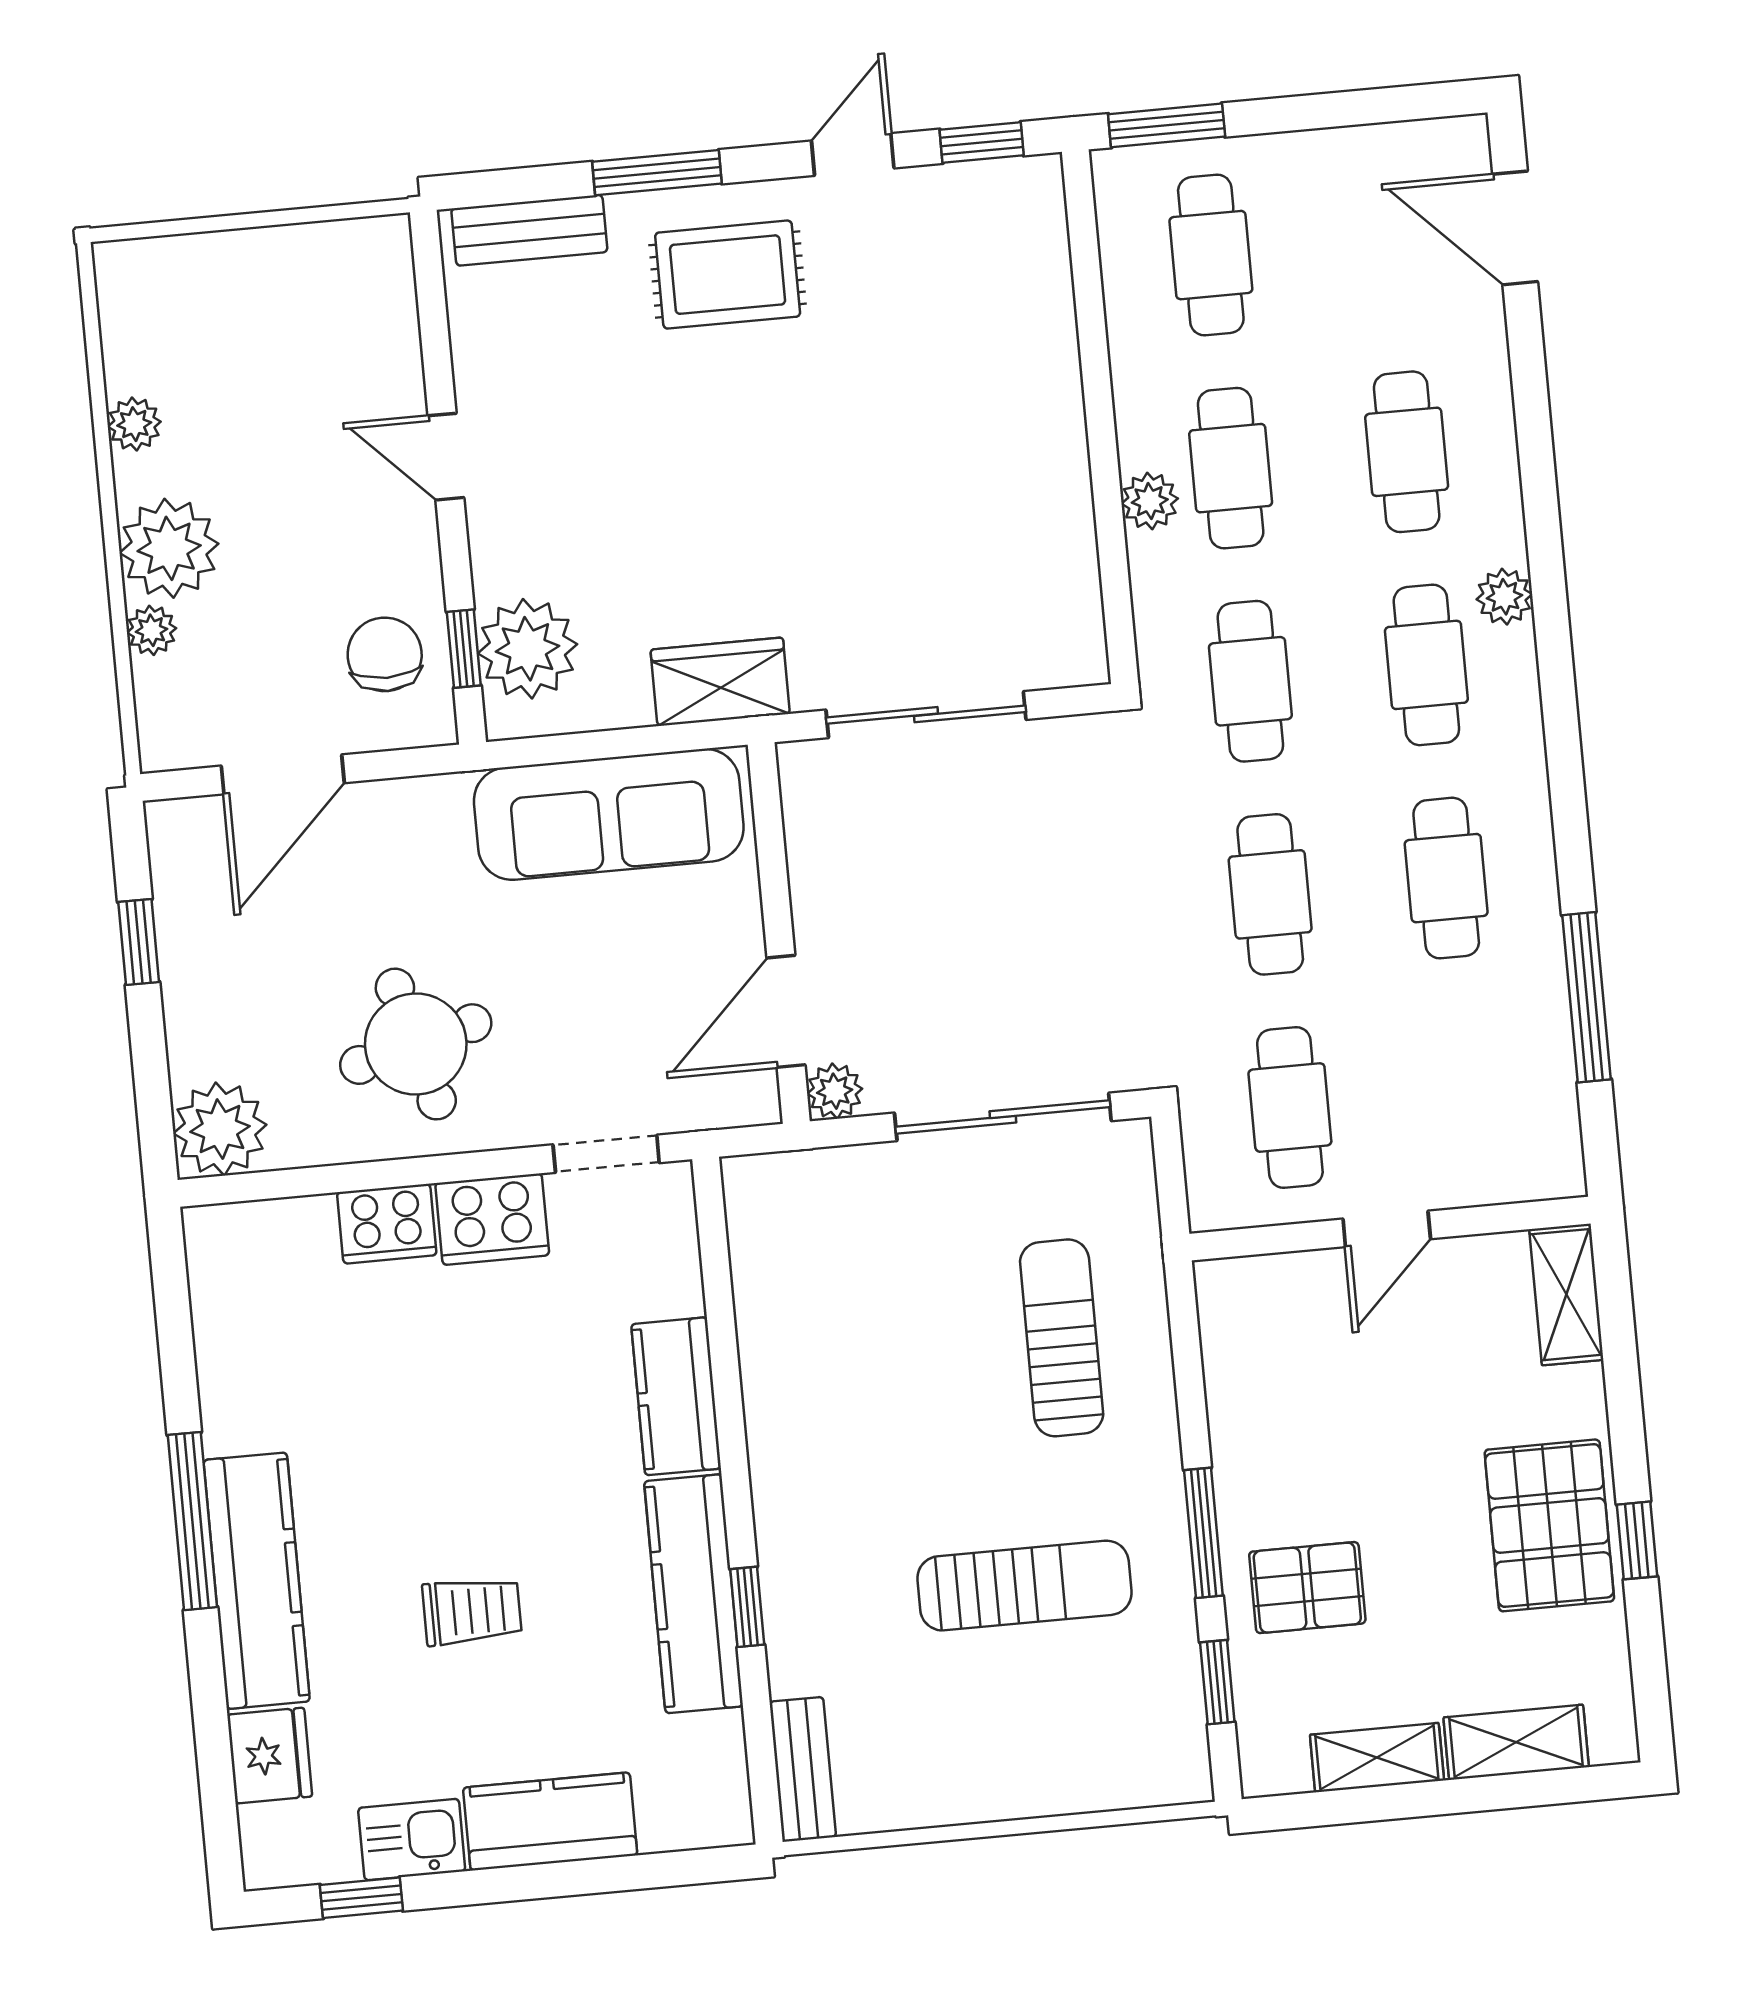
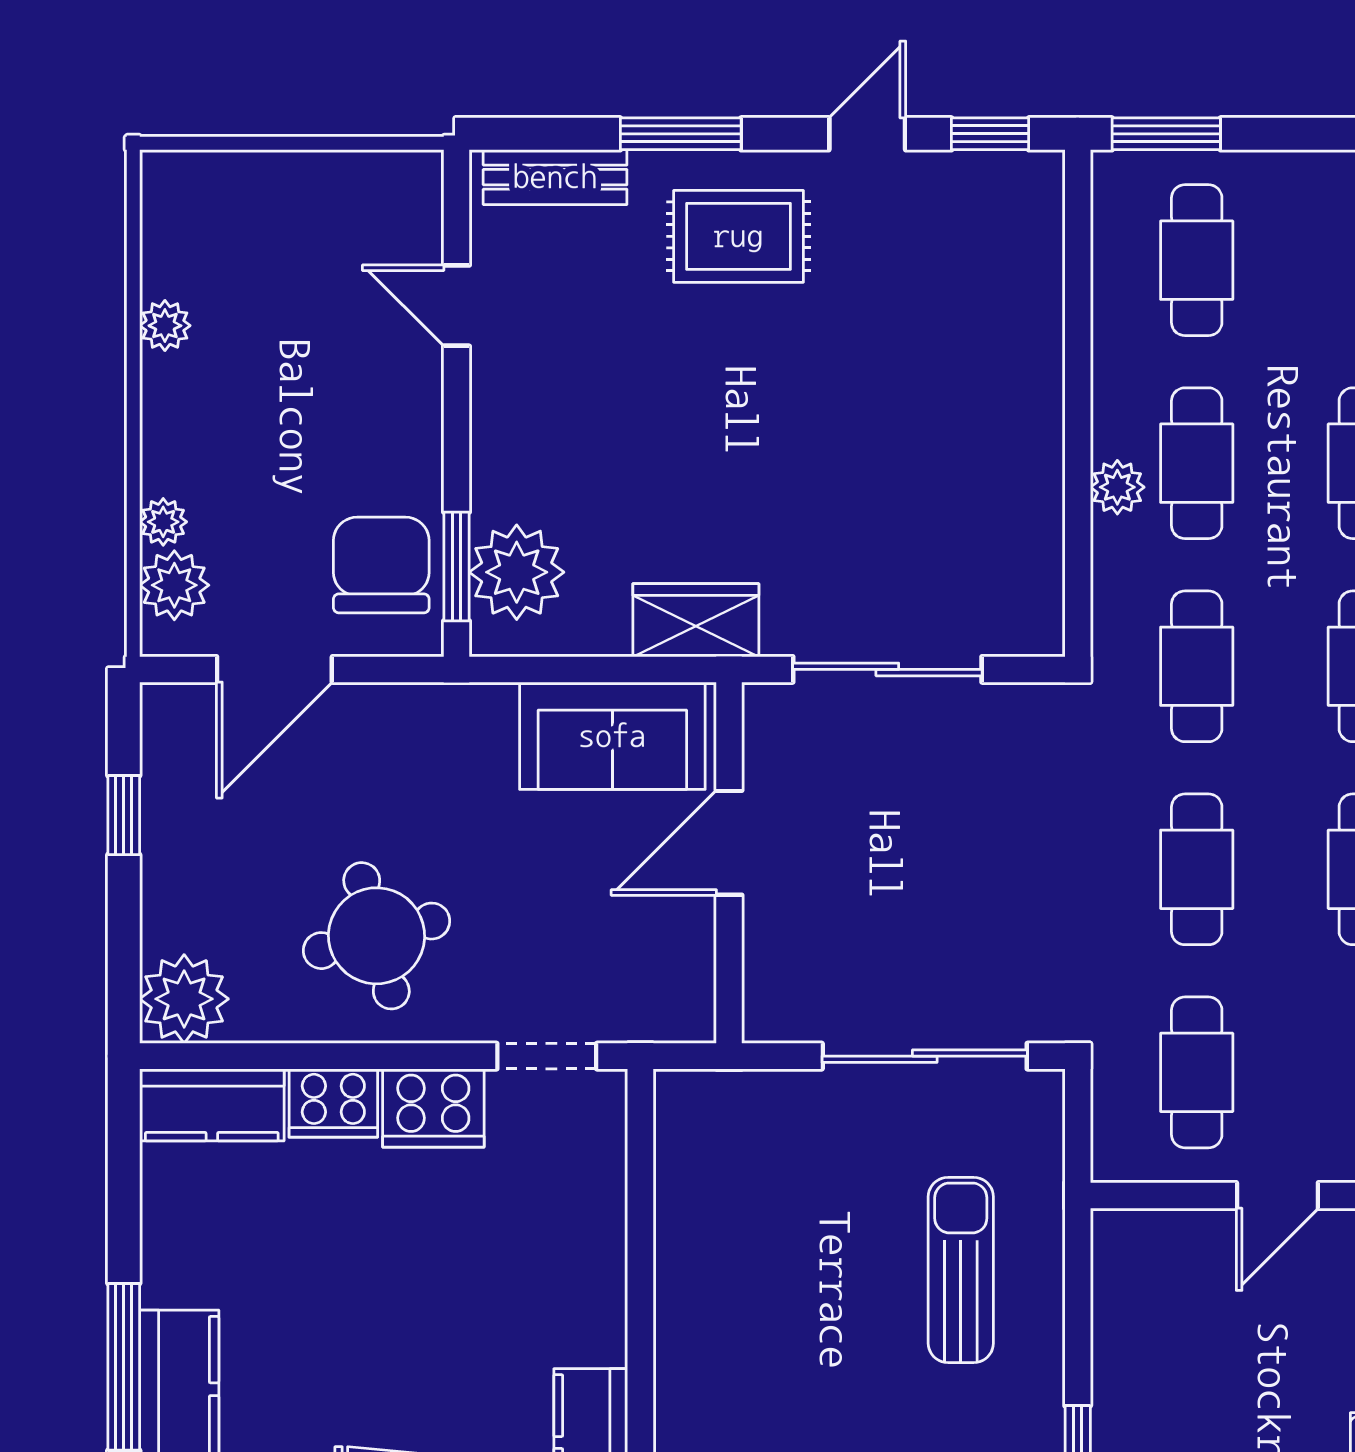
door: (446, 457) -> (457, 306), moved
plant: (169, 548) -> (174, 585), moved, width x0.73, depth x0.73
window: (464, 649) -> (457, 567), width x1.50
chair: (385, 654) -> (381, 565), width x1.37, depth x1.37
sofa: (609, 814) -> (612, 736), width x0.73
door: (786, 1011) -> (729, 843), moved
plant: (835, 1091) -> (768, 1017), removed
kitchen counter: (676, 1396) -> (212, 1105), moved, turned -90

